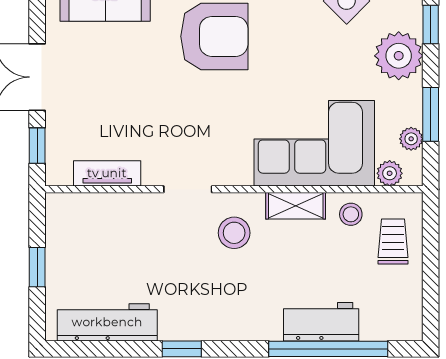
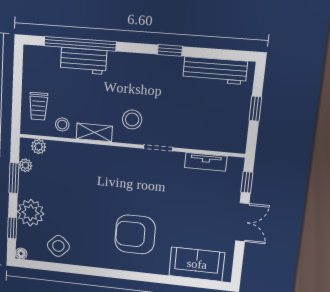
corner sofa: (314, 143) -> (81, 168), removed

